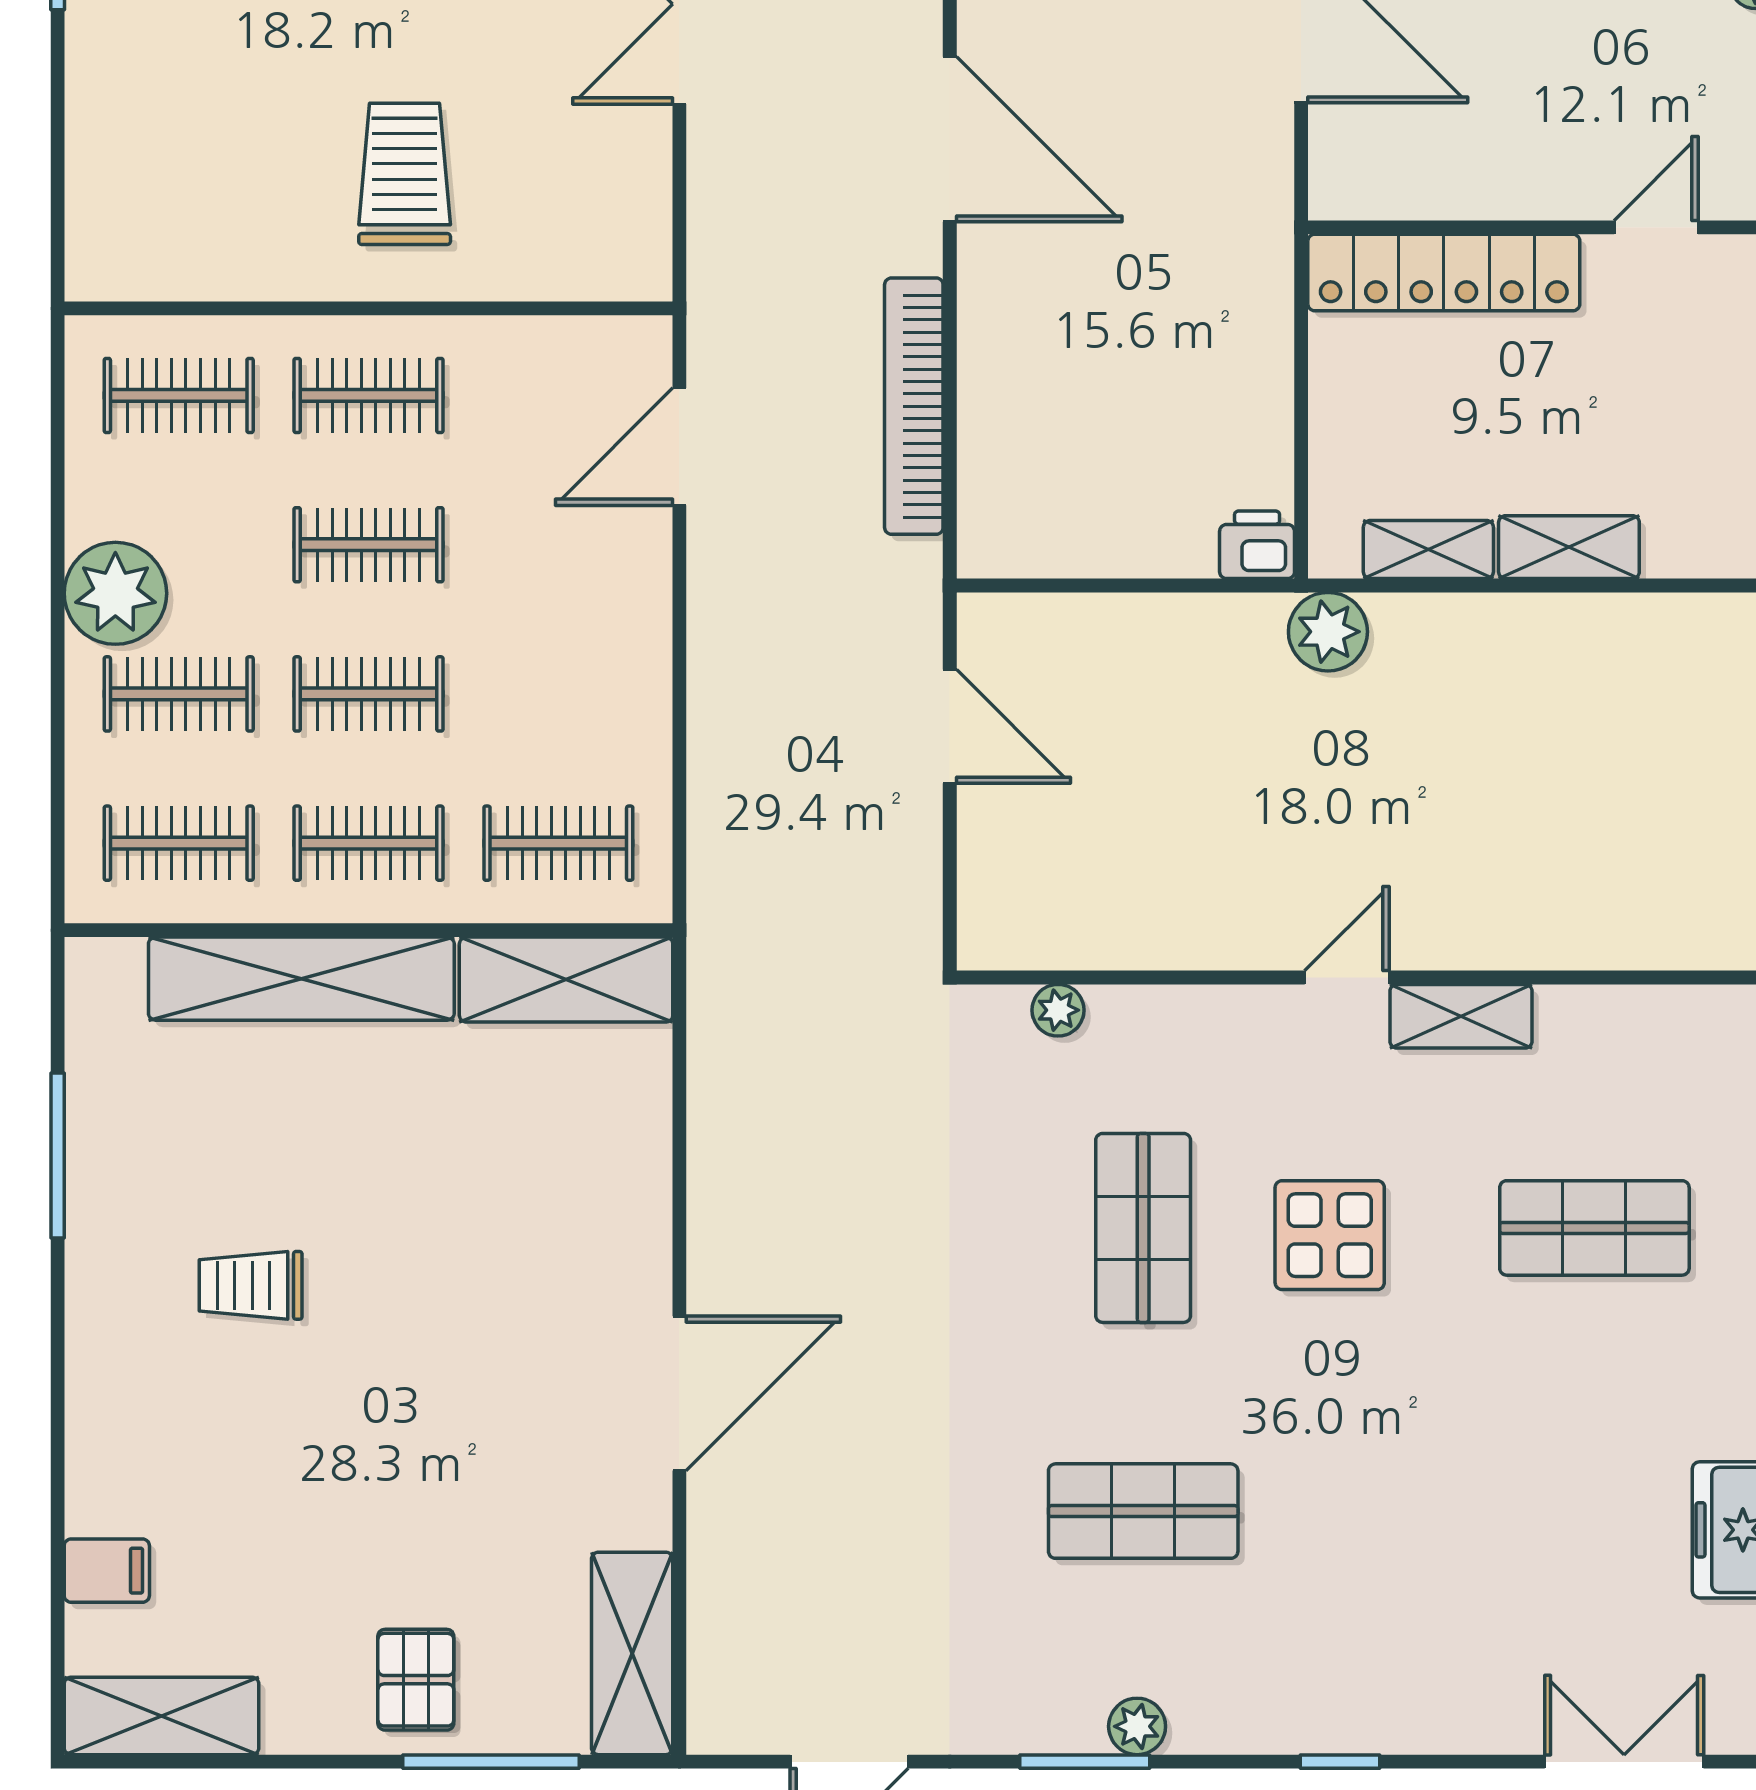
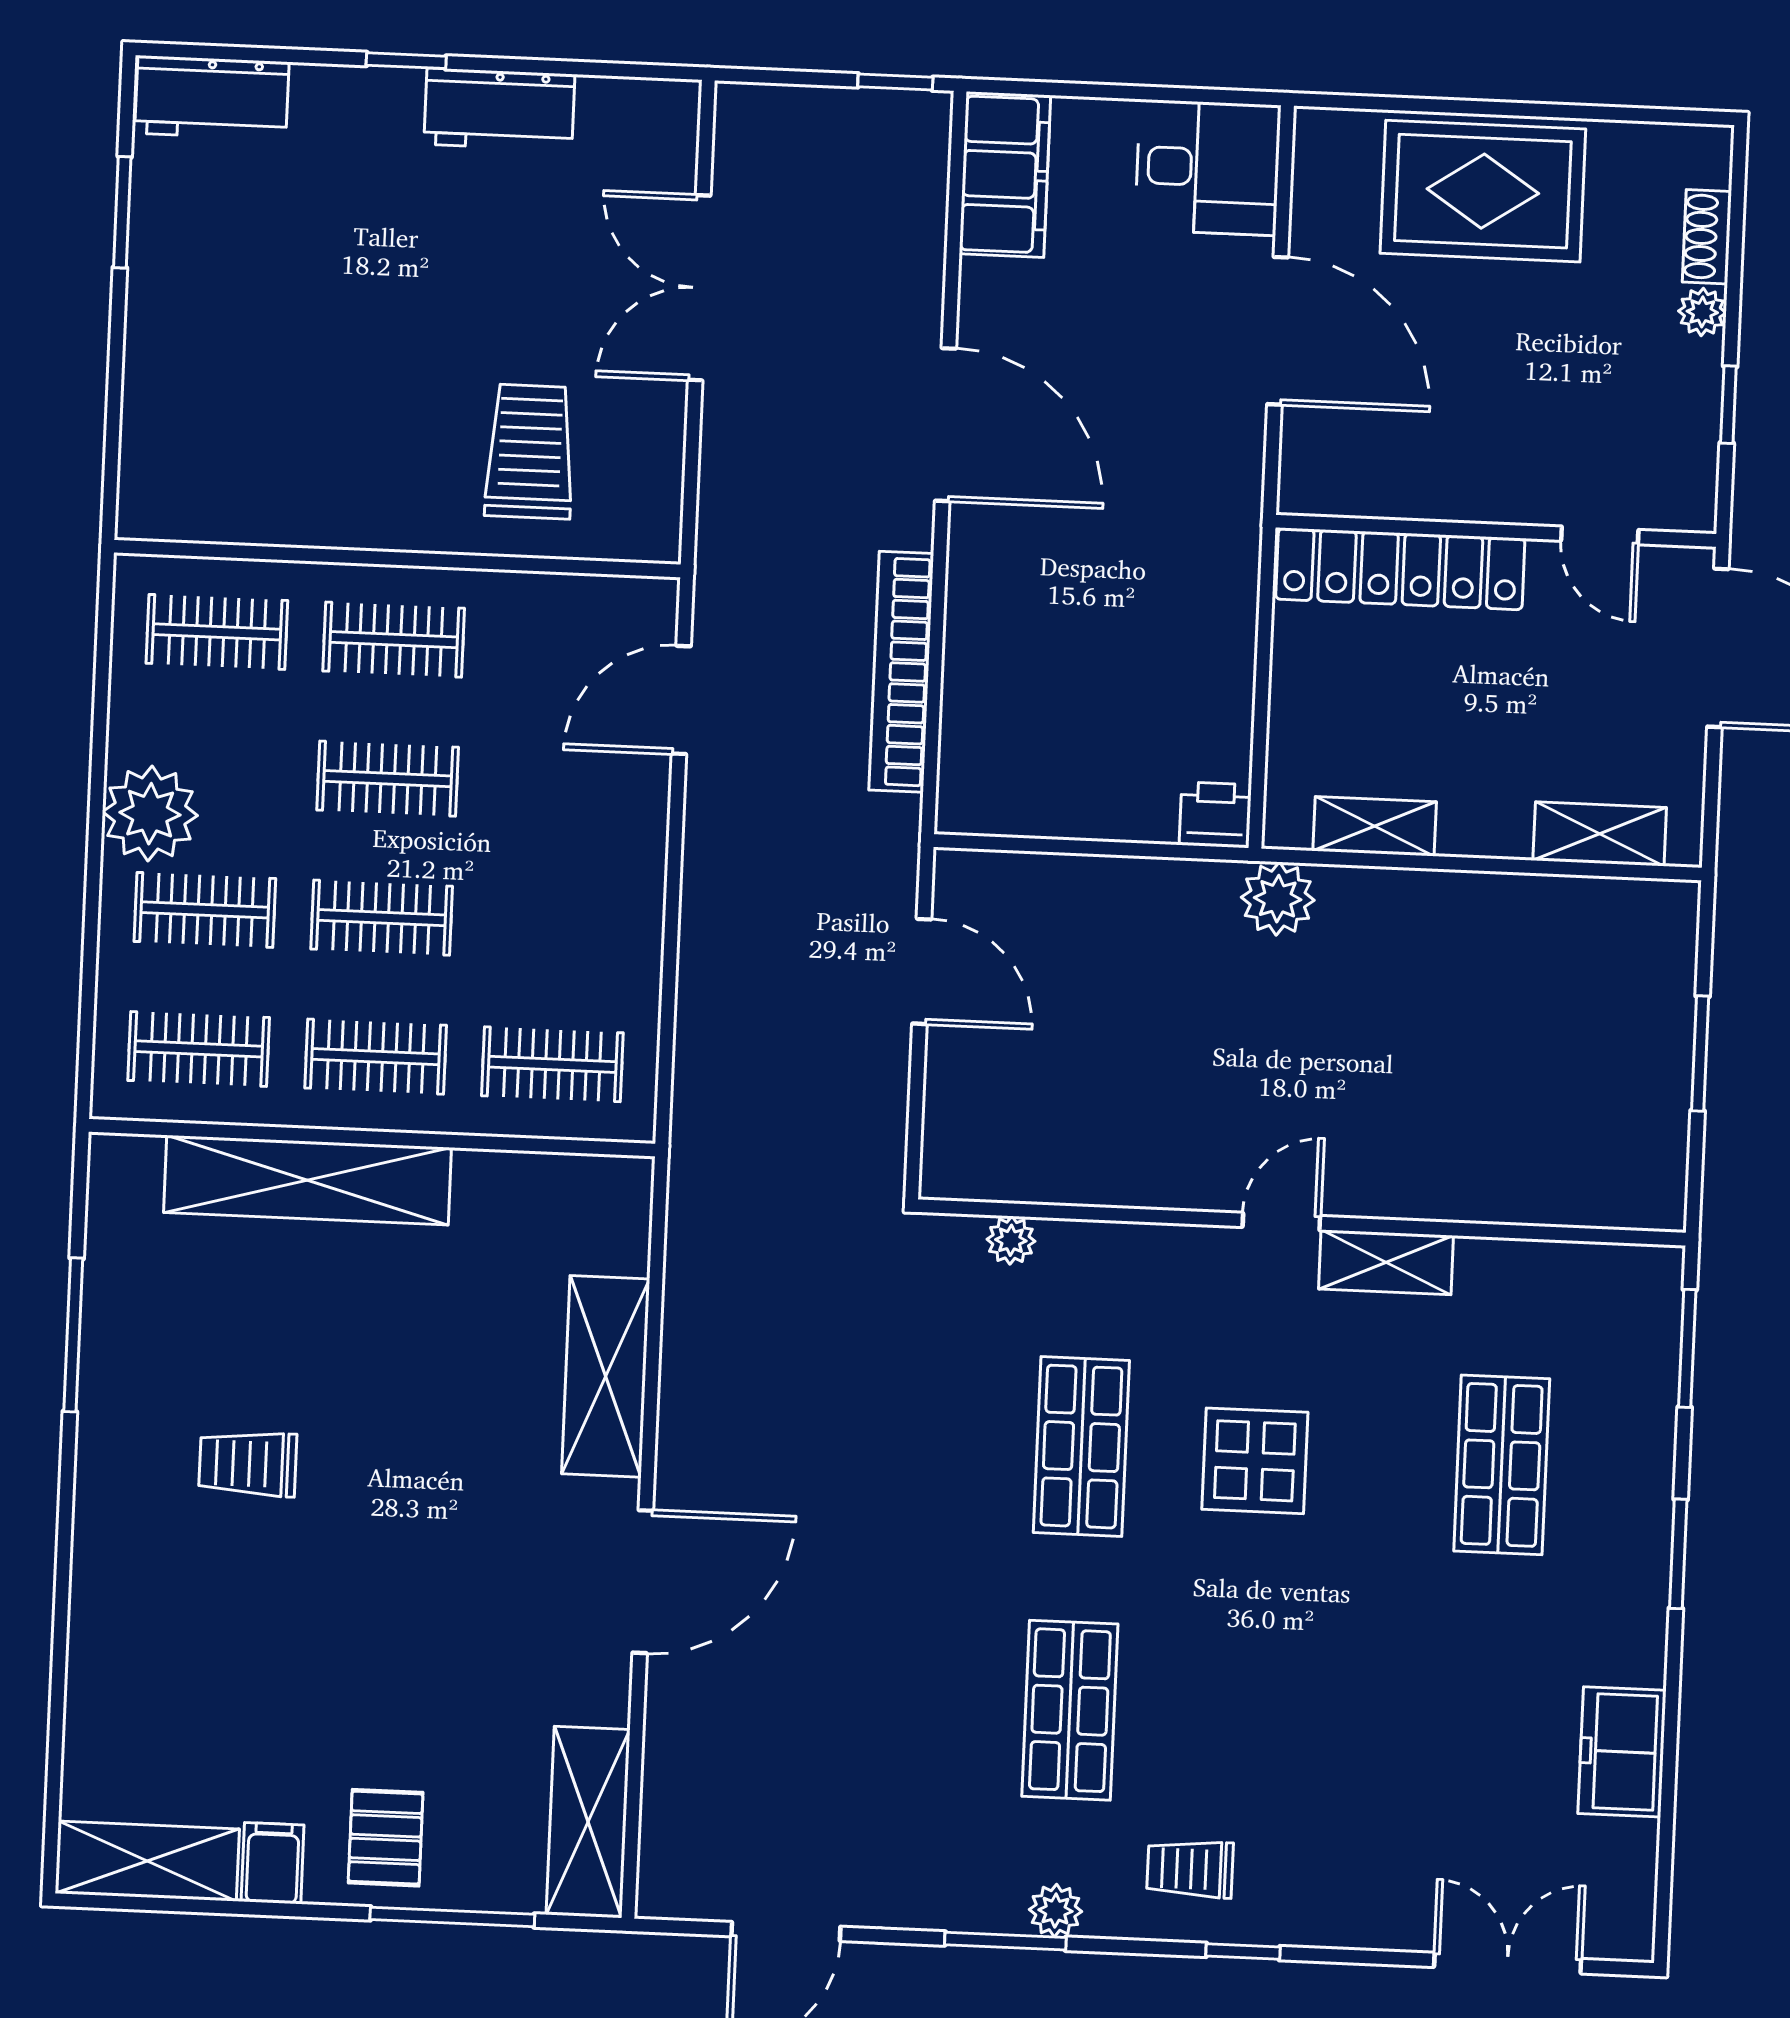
trolley: (405, 174) -> (530, 452), moved
door: (1656, 227) -> (1600, 535), swing flipped
shelving: (1569, 547) -> (1600, 834), moved
shelving: (566, 980) -> (606, 1376), moved, turned 90
shop shelf: (1594, 1228) -> (1502, 1465), turned 90
shop shelf: (1143, 1511) -> (1070, 1710), turned 90
filing cabinet: (107, 1571) -> (273, 1863), moved, turned -90
trolley: (1279, 1676) -> (1190, 1869), added

